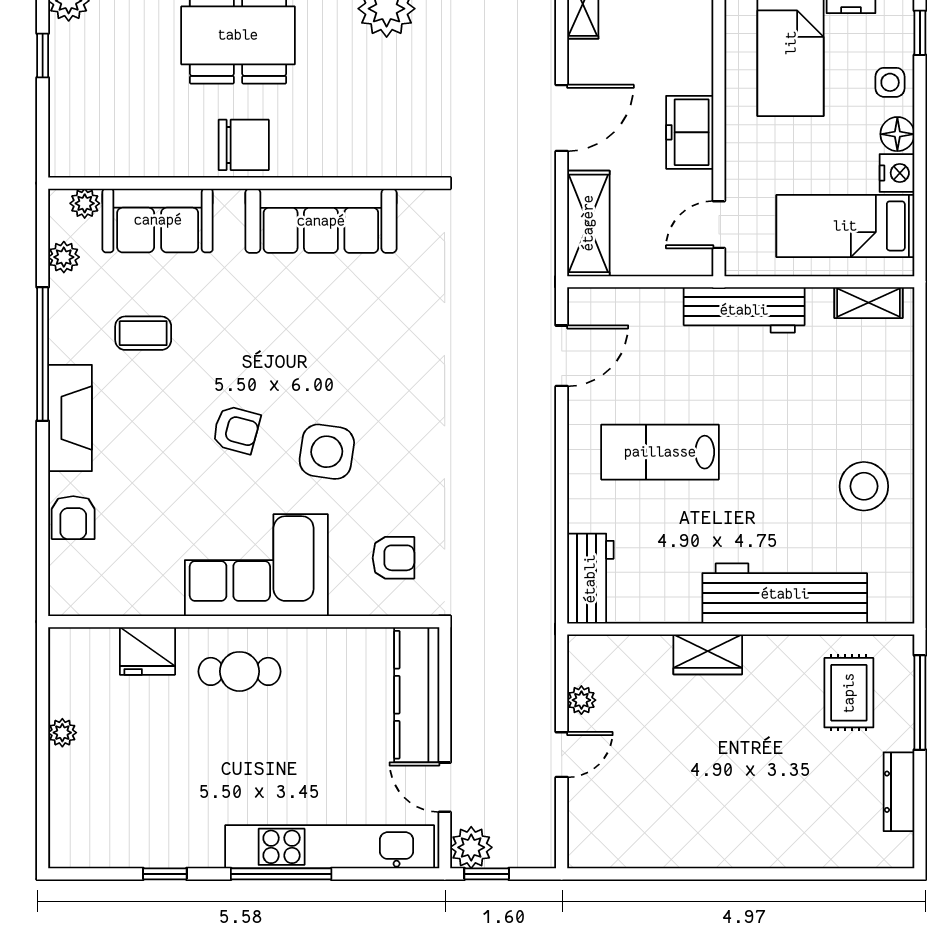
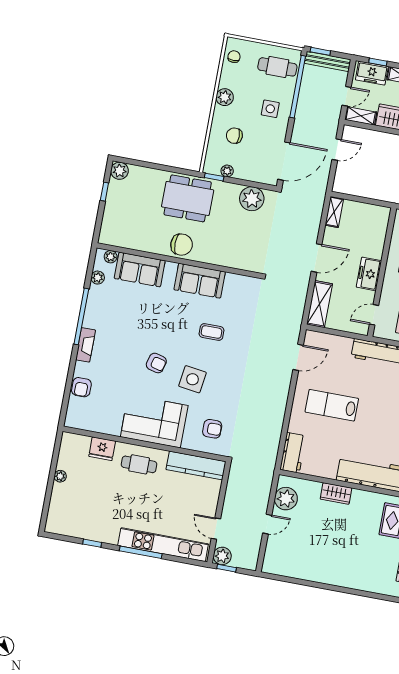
sofa: (321, 221) -> (200, 281), width x0.73
coffee table: (143, 333) -> (212, 332), moved
fireplace: (70, 418) -> (86, 345), width x0.73, depth x0.76
kitchen counter: (417, 695) -> (196, 466), moved, turned -90
plant: (581, 700) -> (286, 499), width x1.88, depth x1.88

